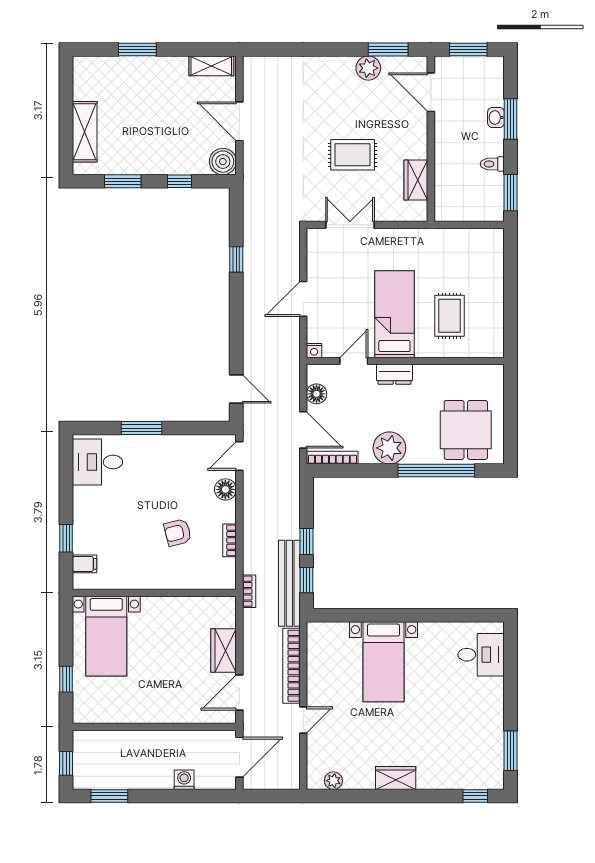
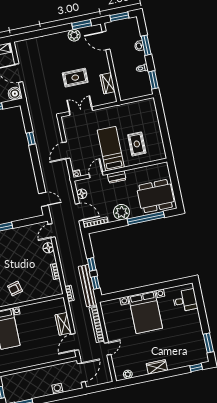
dining table: (466, 430) -> (156, 196), width x1.38
armchair: (178, 533) -> (15, 289), moved
bed with nightstands: (384, 662) -> (145, 312), width x1.36

